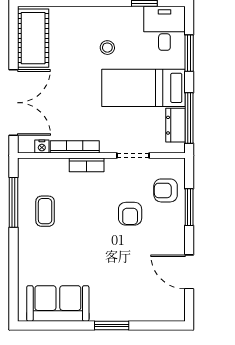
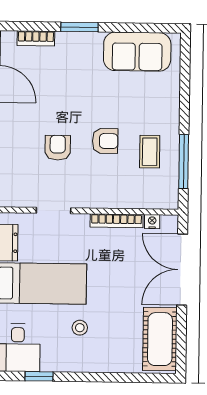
bookcase: (87, 165) -> (36, 38), moved, turned 180
armchair: (166, 190) -> (105, 141), moved

